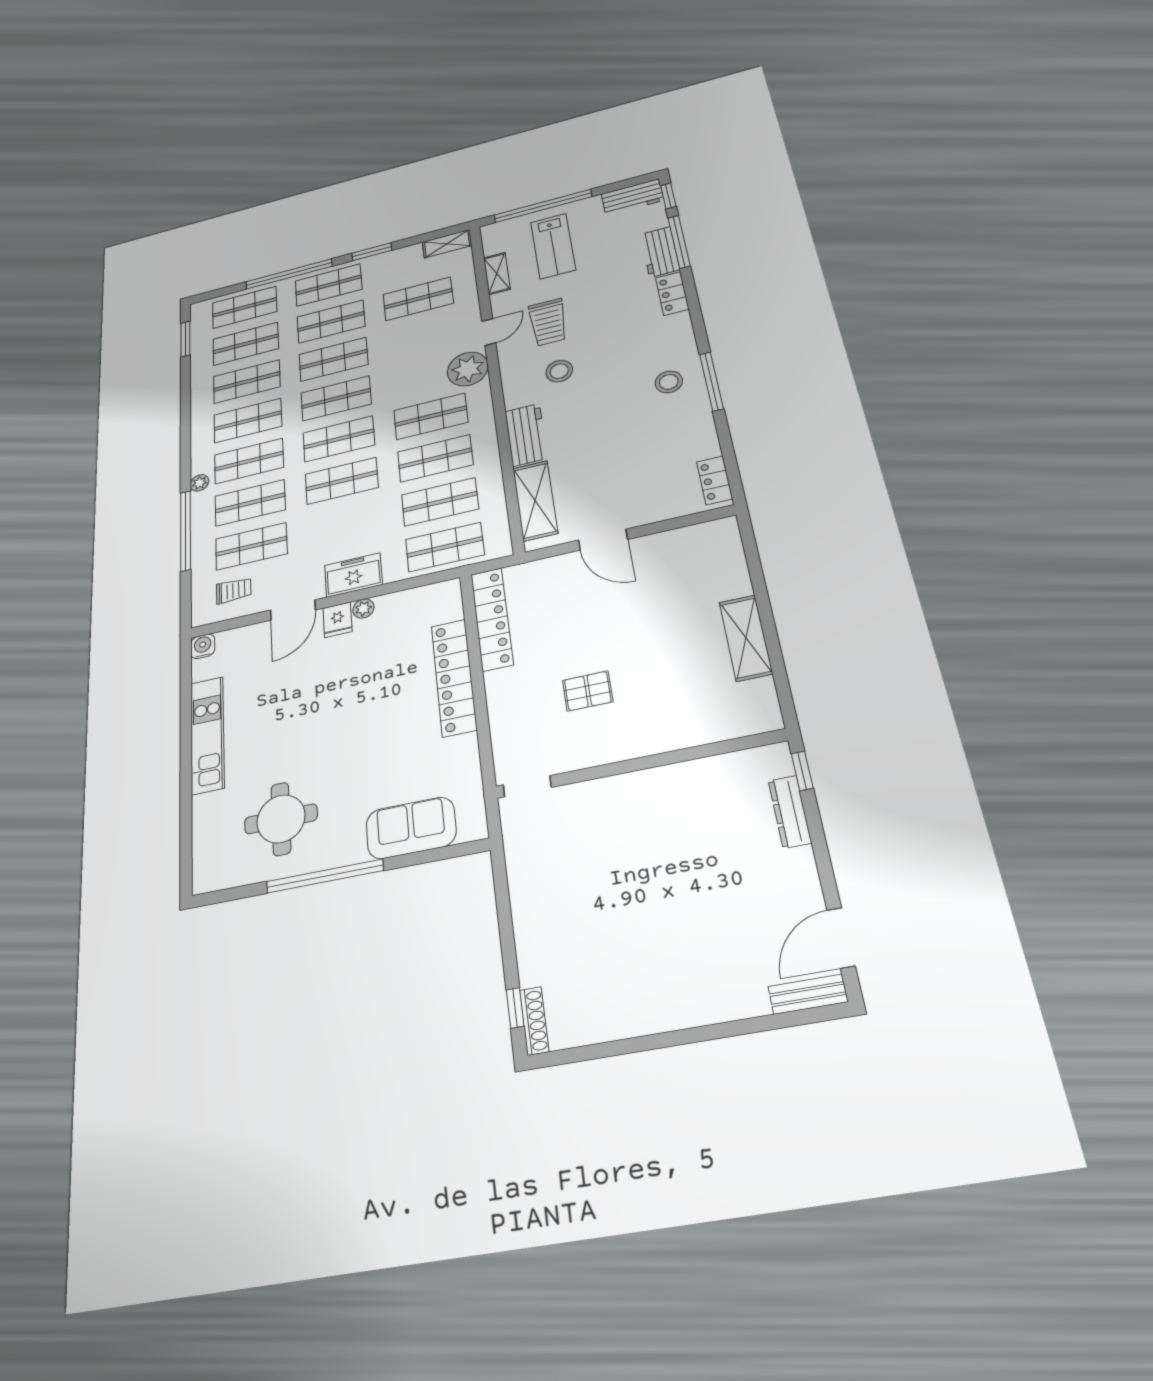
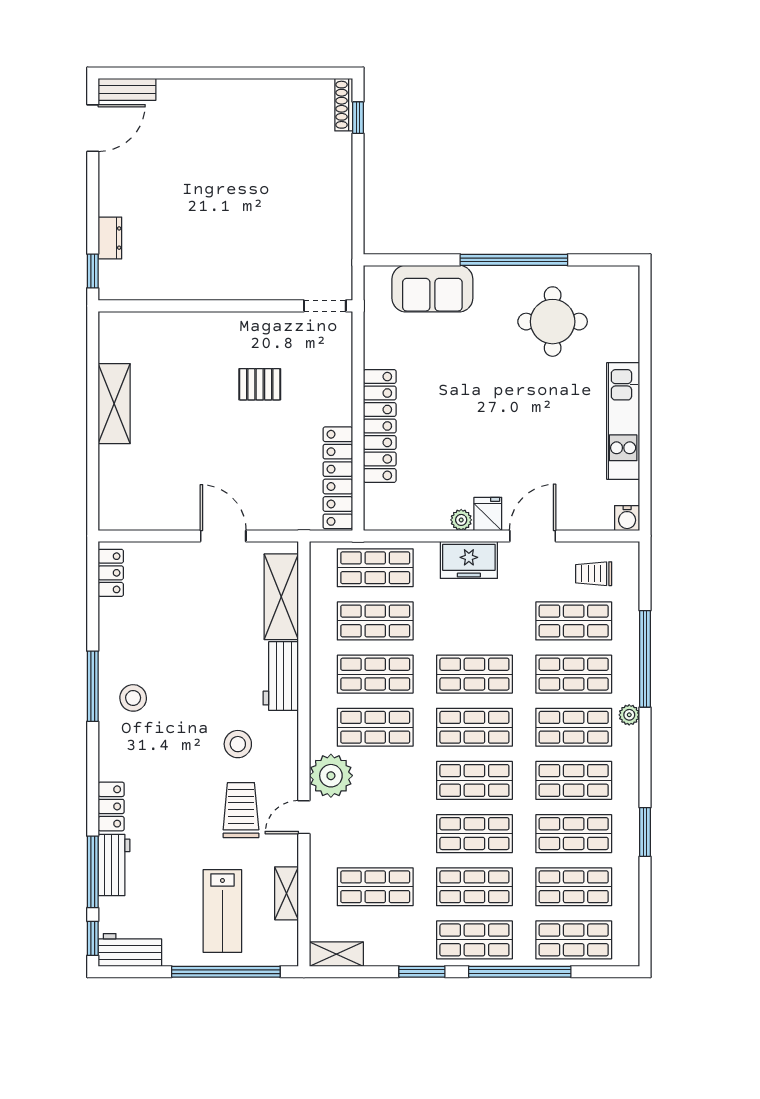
lab bench: (553, 246) -> (222, 911), turned 180
window: (185, 339) -> (645, 832), moved
dresser: (790, 812) -> (110, 238), width x0.70

